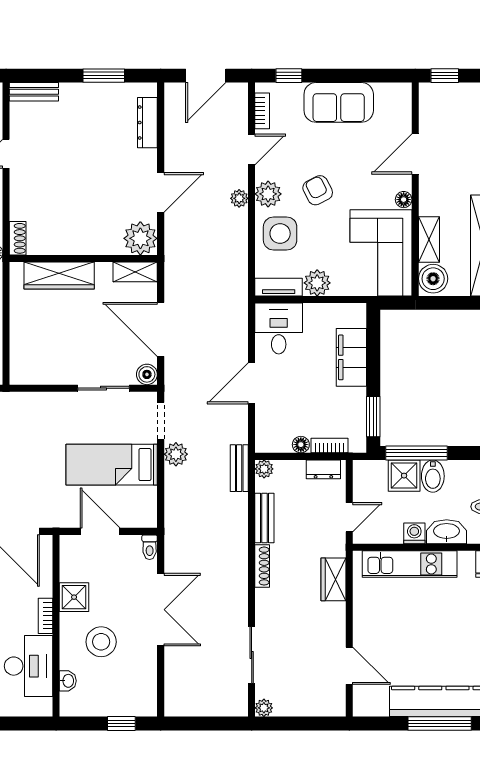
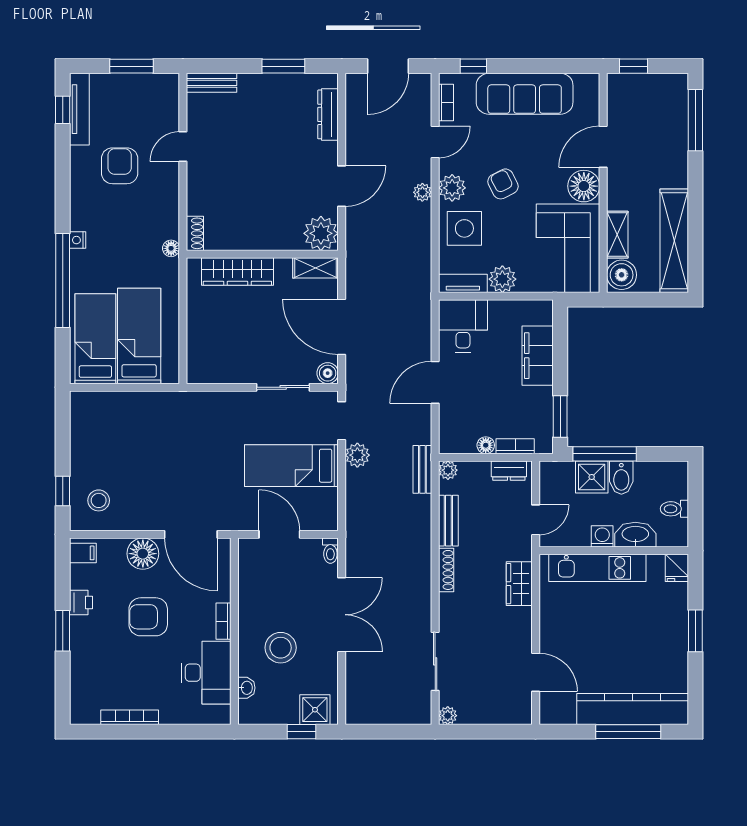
sofa: (339, 102) -> (525, 94), width x1.36
floor lamp: (404, 200) -> (584, 186), width x1.89, depth x1.89
shower: (74, 597) -> (315, 710), moved

